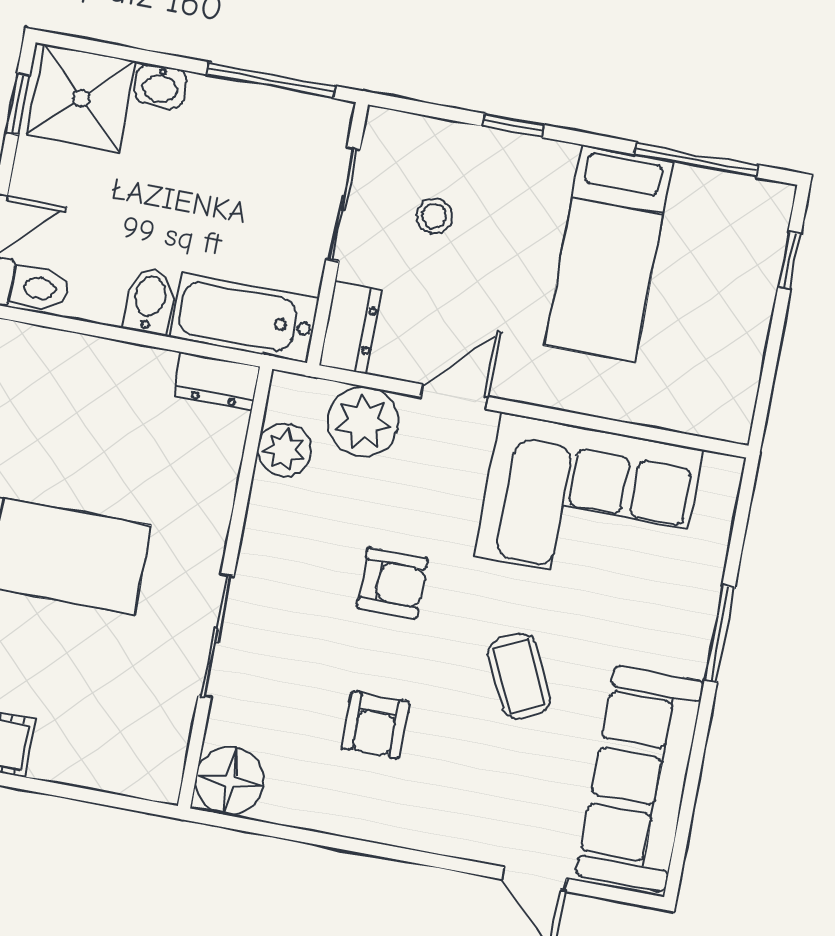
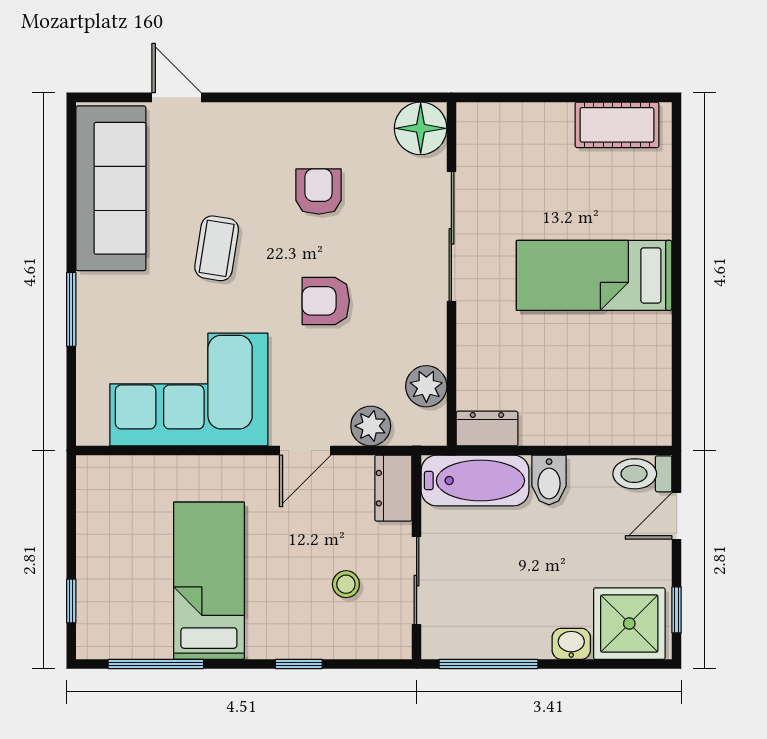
plant: (363, 422) -> (371, 426), width x0.73, depth x0.73
sliding door: (216, 636) -> (451, 236), width x1.37
coffee table: (519, 677) -> (217, 248), turned 35

